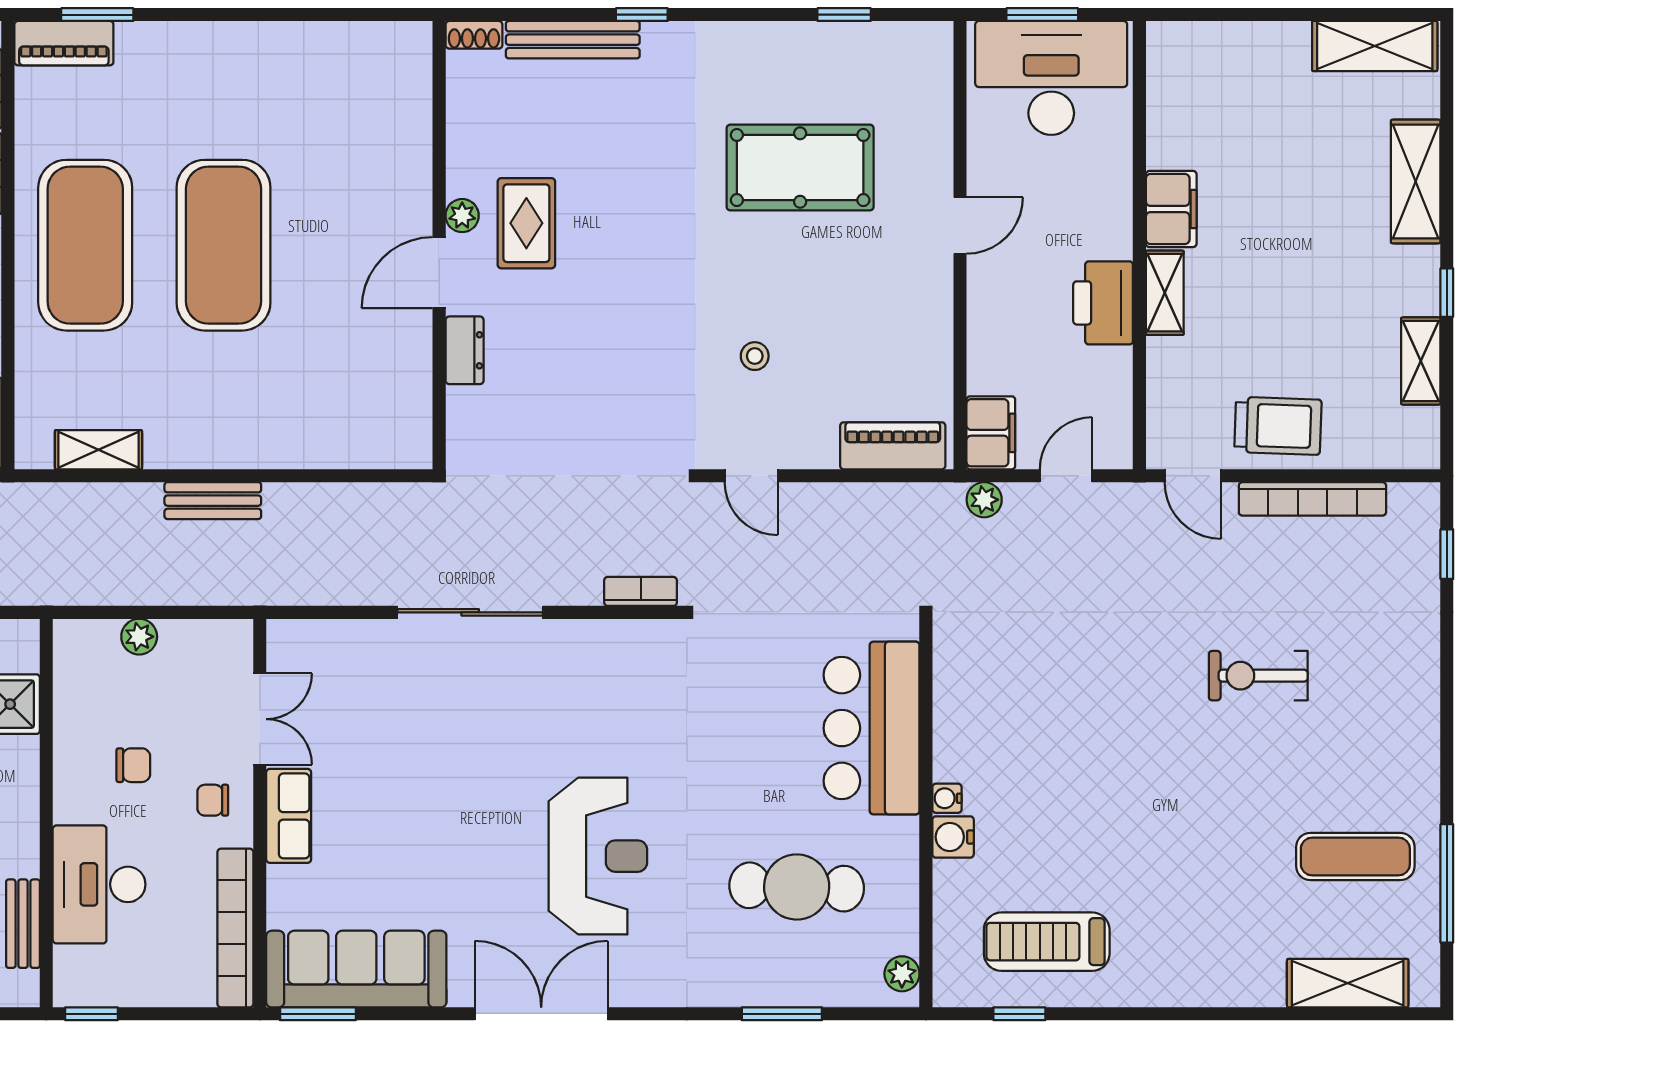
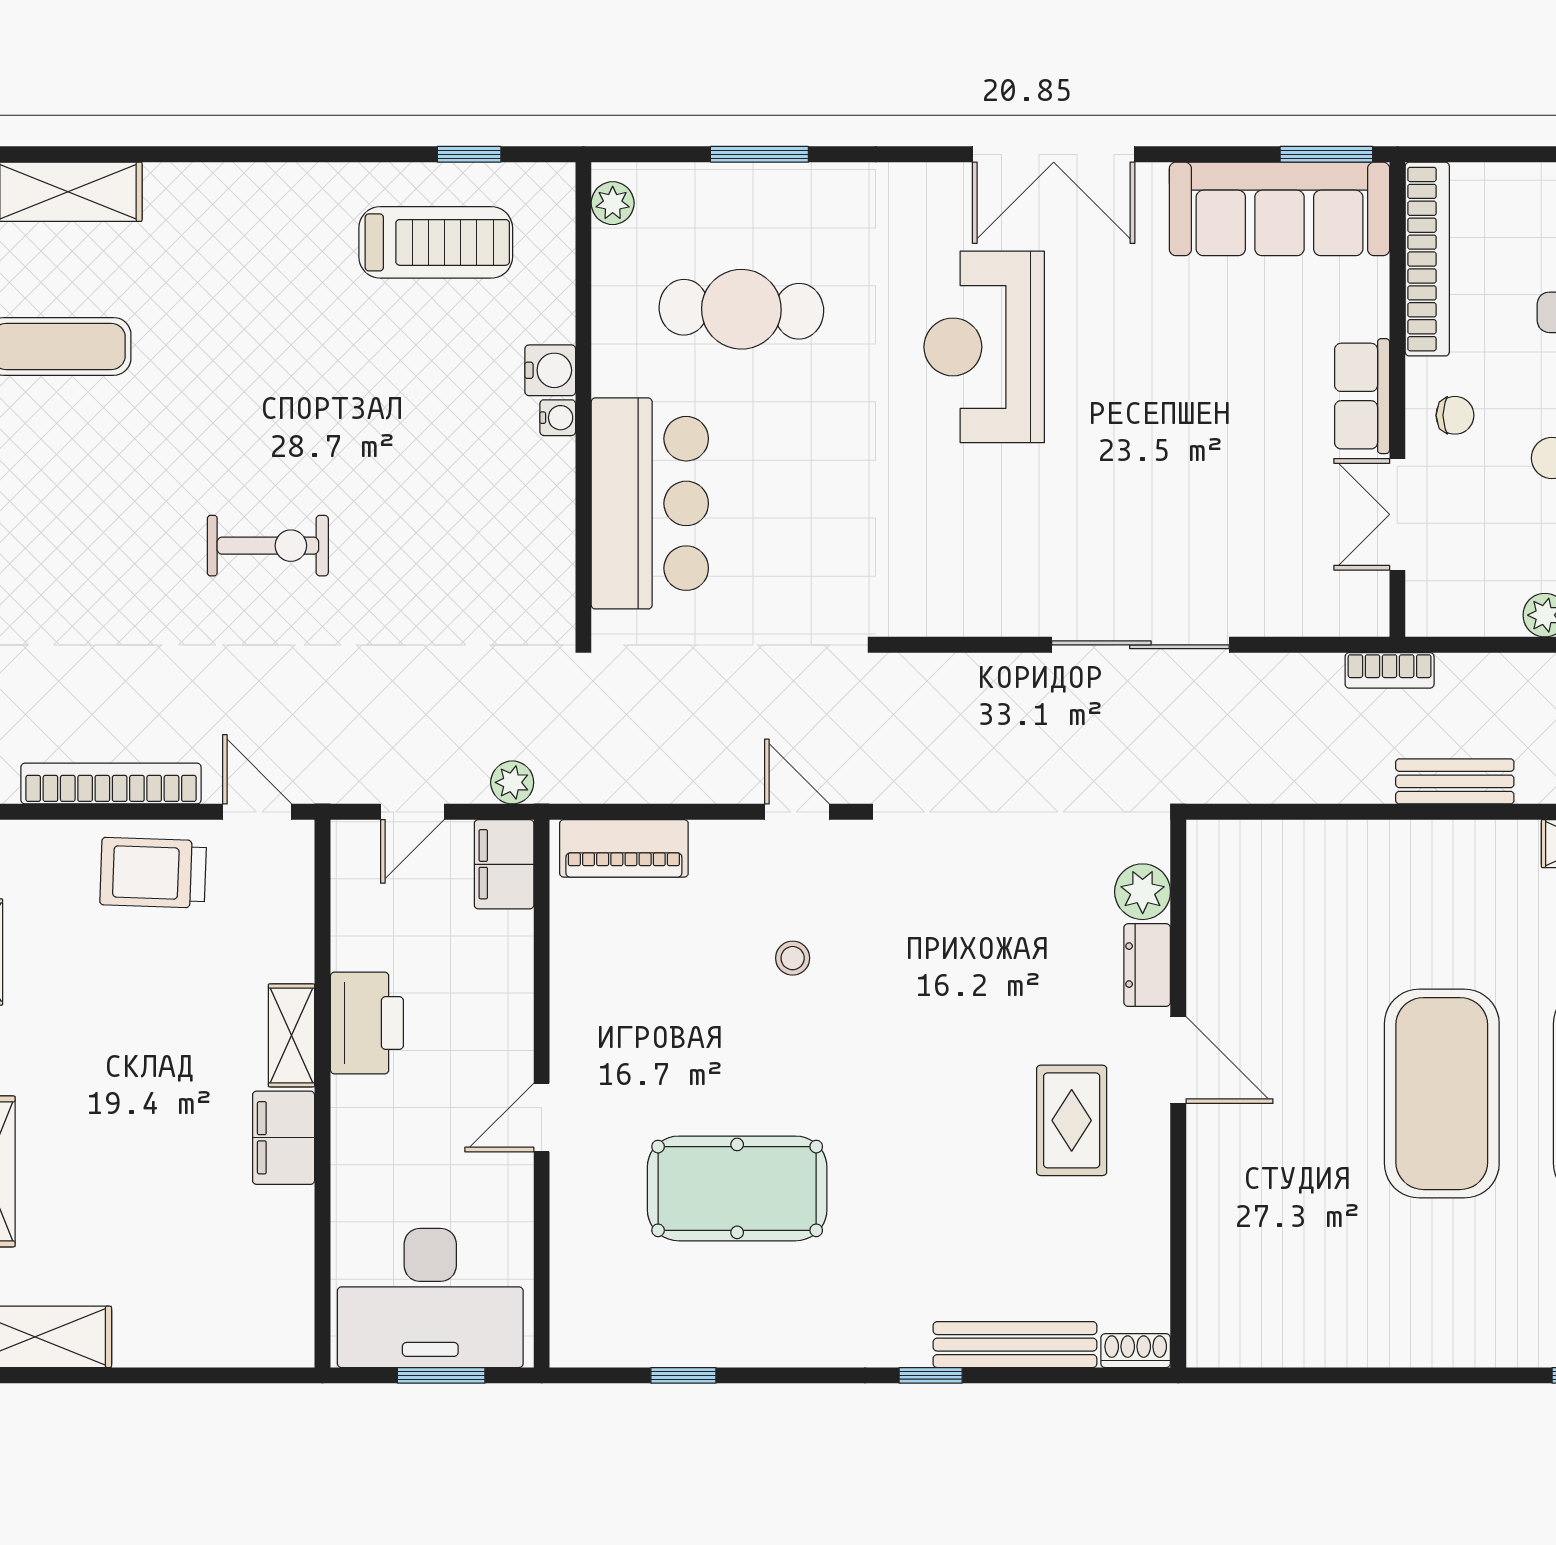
plant: (462, 216) -> (1143, 892), moved, width x1.38, depth x1.38
door: (439, 273) -> (1178, 1060), hinge flipped
bookcase: (641, 591) -> (1390, 670), moved
exercise bike: (1258, 676) -> (268, 546), moved

